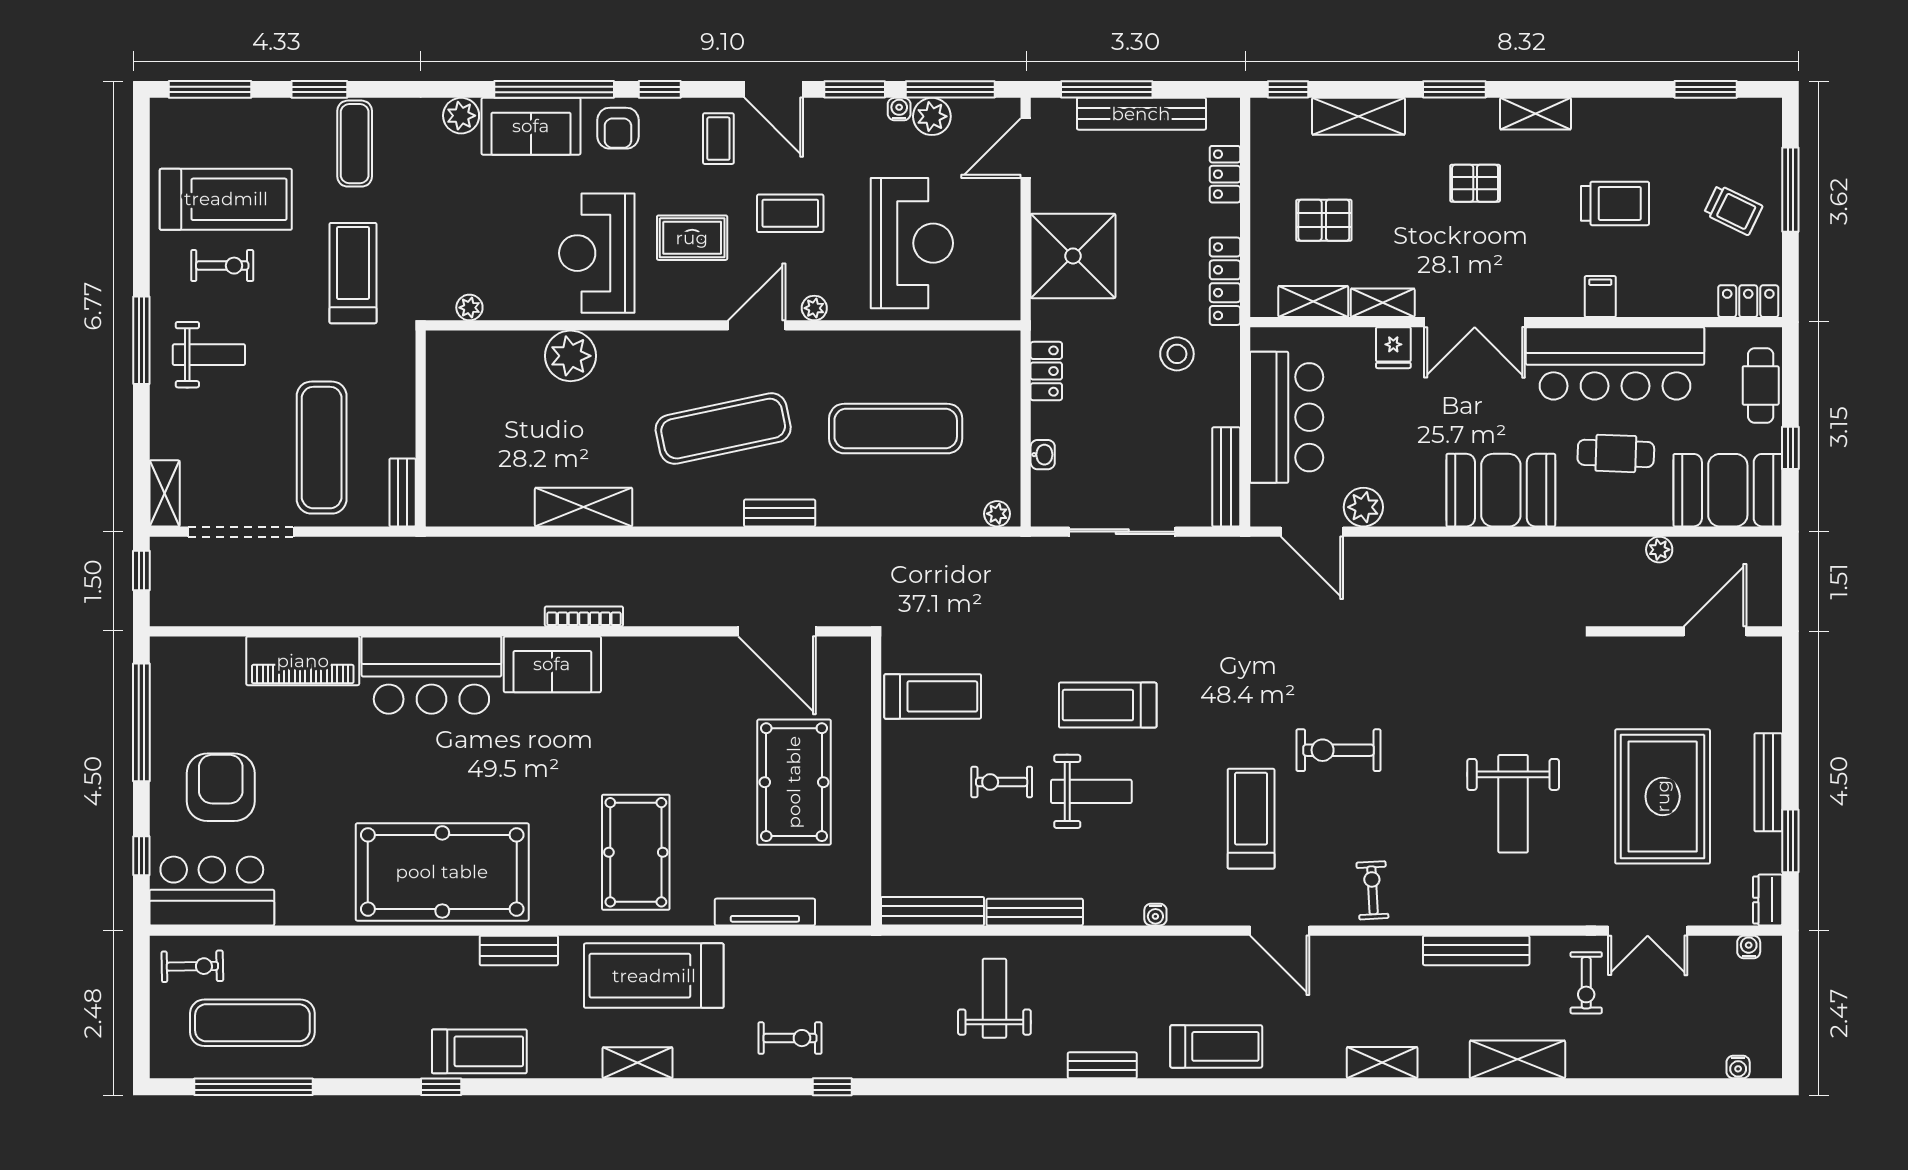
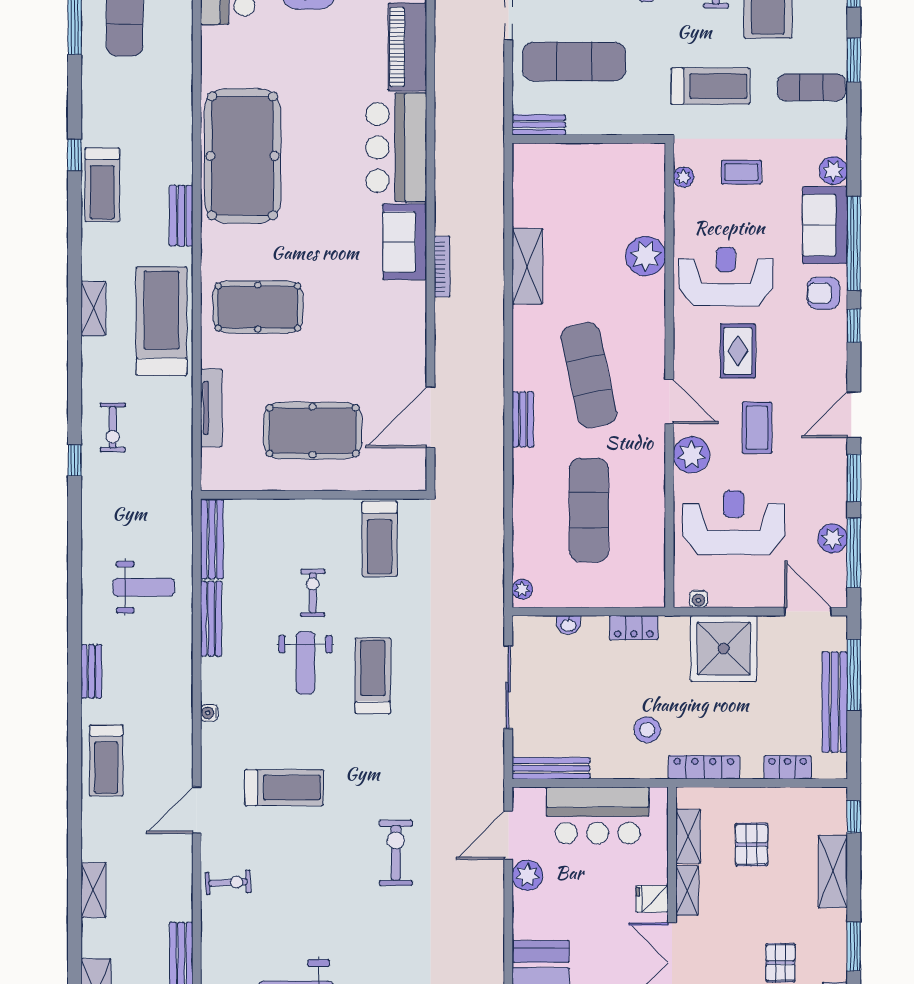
water cooler: (899, 109) -> (698, 599), moved, turned 90
coffee table: (718, 139) -> (741, 172), moved
reception desk: (912, 243) -> (734, 523), turned 180
plant: (814, 308) -> (691, 455), width x1.88, depth x1.88
exercise bike: (1338, 750) -> (396, 853), moved

